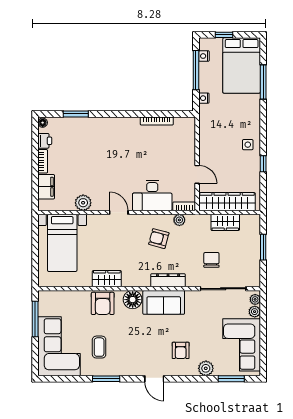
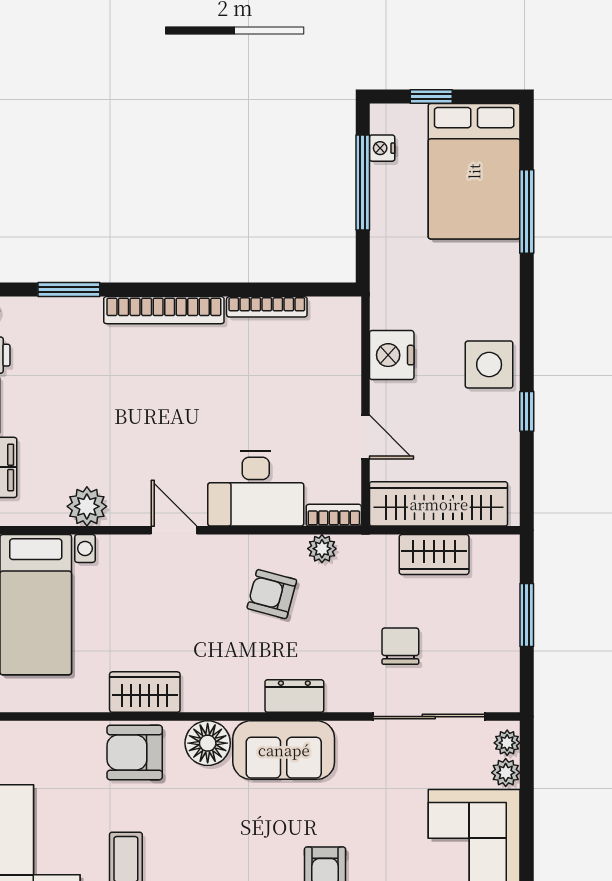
nightstand: (204, 98) -> (392, 355), moved, width x1.89, depth x1.79
bookcase: (115, 122) -> (164, 310), added
side table: (248, 145) -> (489, 365), width x1.87, depth x1.87
dresser: (168, 280) -> (294, 696), width x0.70
armchair: (103, 303) -> (135, 753), turned 90

